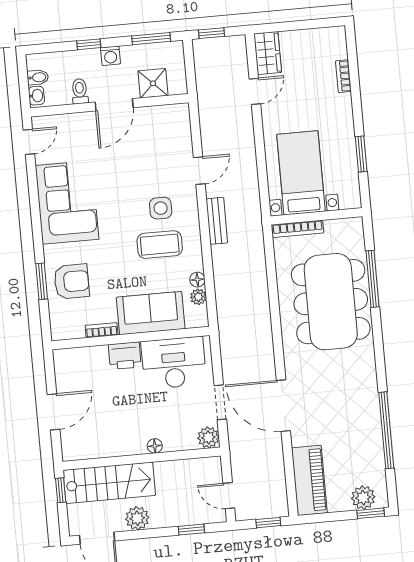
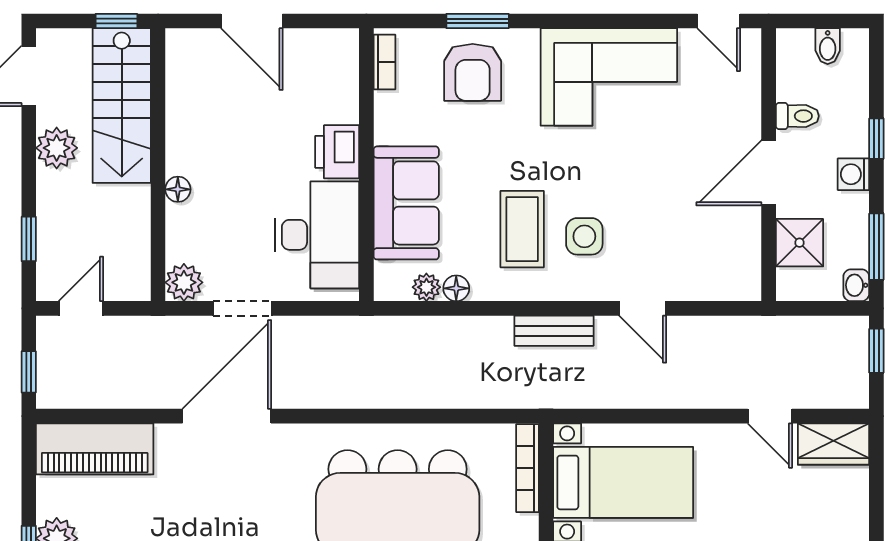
washbasin: (36, 96) -> (856, 285), moved, turned 90
door: (114, 105) -> (769, 173), hinge flipped
bookcase: (102, 330) -> (384, 62), moved

